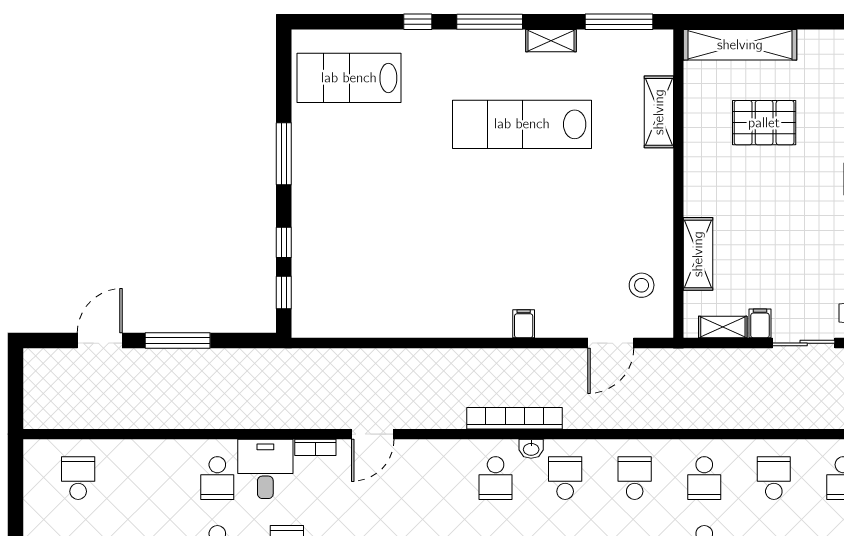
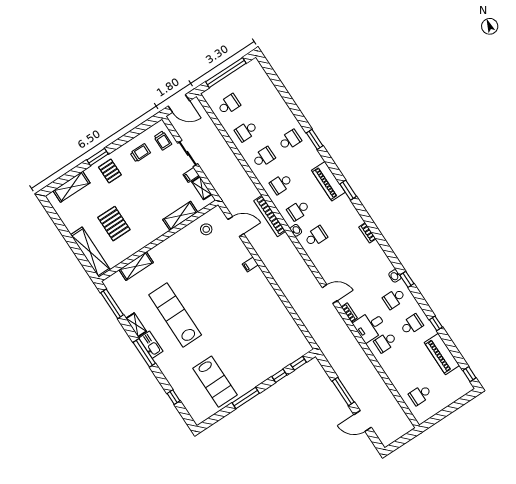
window: (418, 22) -> (173, 397), moved
kitchen sink: (497, 44) -> (151, 345), added
lab bench: (349, 78) -> (215, 382), moved
lab bench: (522, 124) -> (175, 315), turned 180
bookcase: (515, 418) -> (270, 216), moved
school desk: (217, 478) -> (385, 342), turned 180

